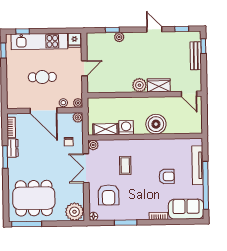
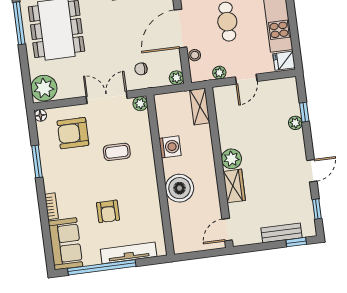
door: (84, 68) -> (246, 79), hinge flipped
plant: (78, 103) -> (219, 73), moved
shelving: (106, 129) -> (200, 106), moved

